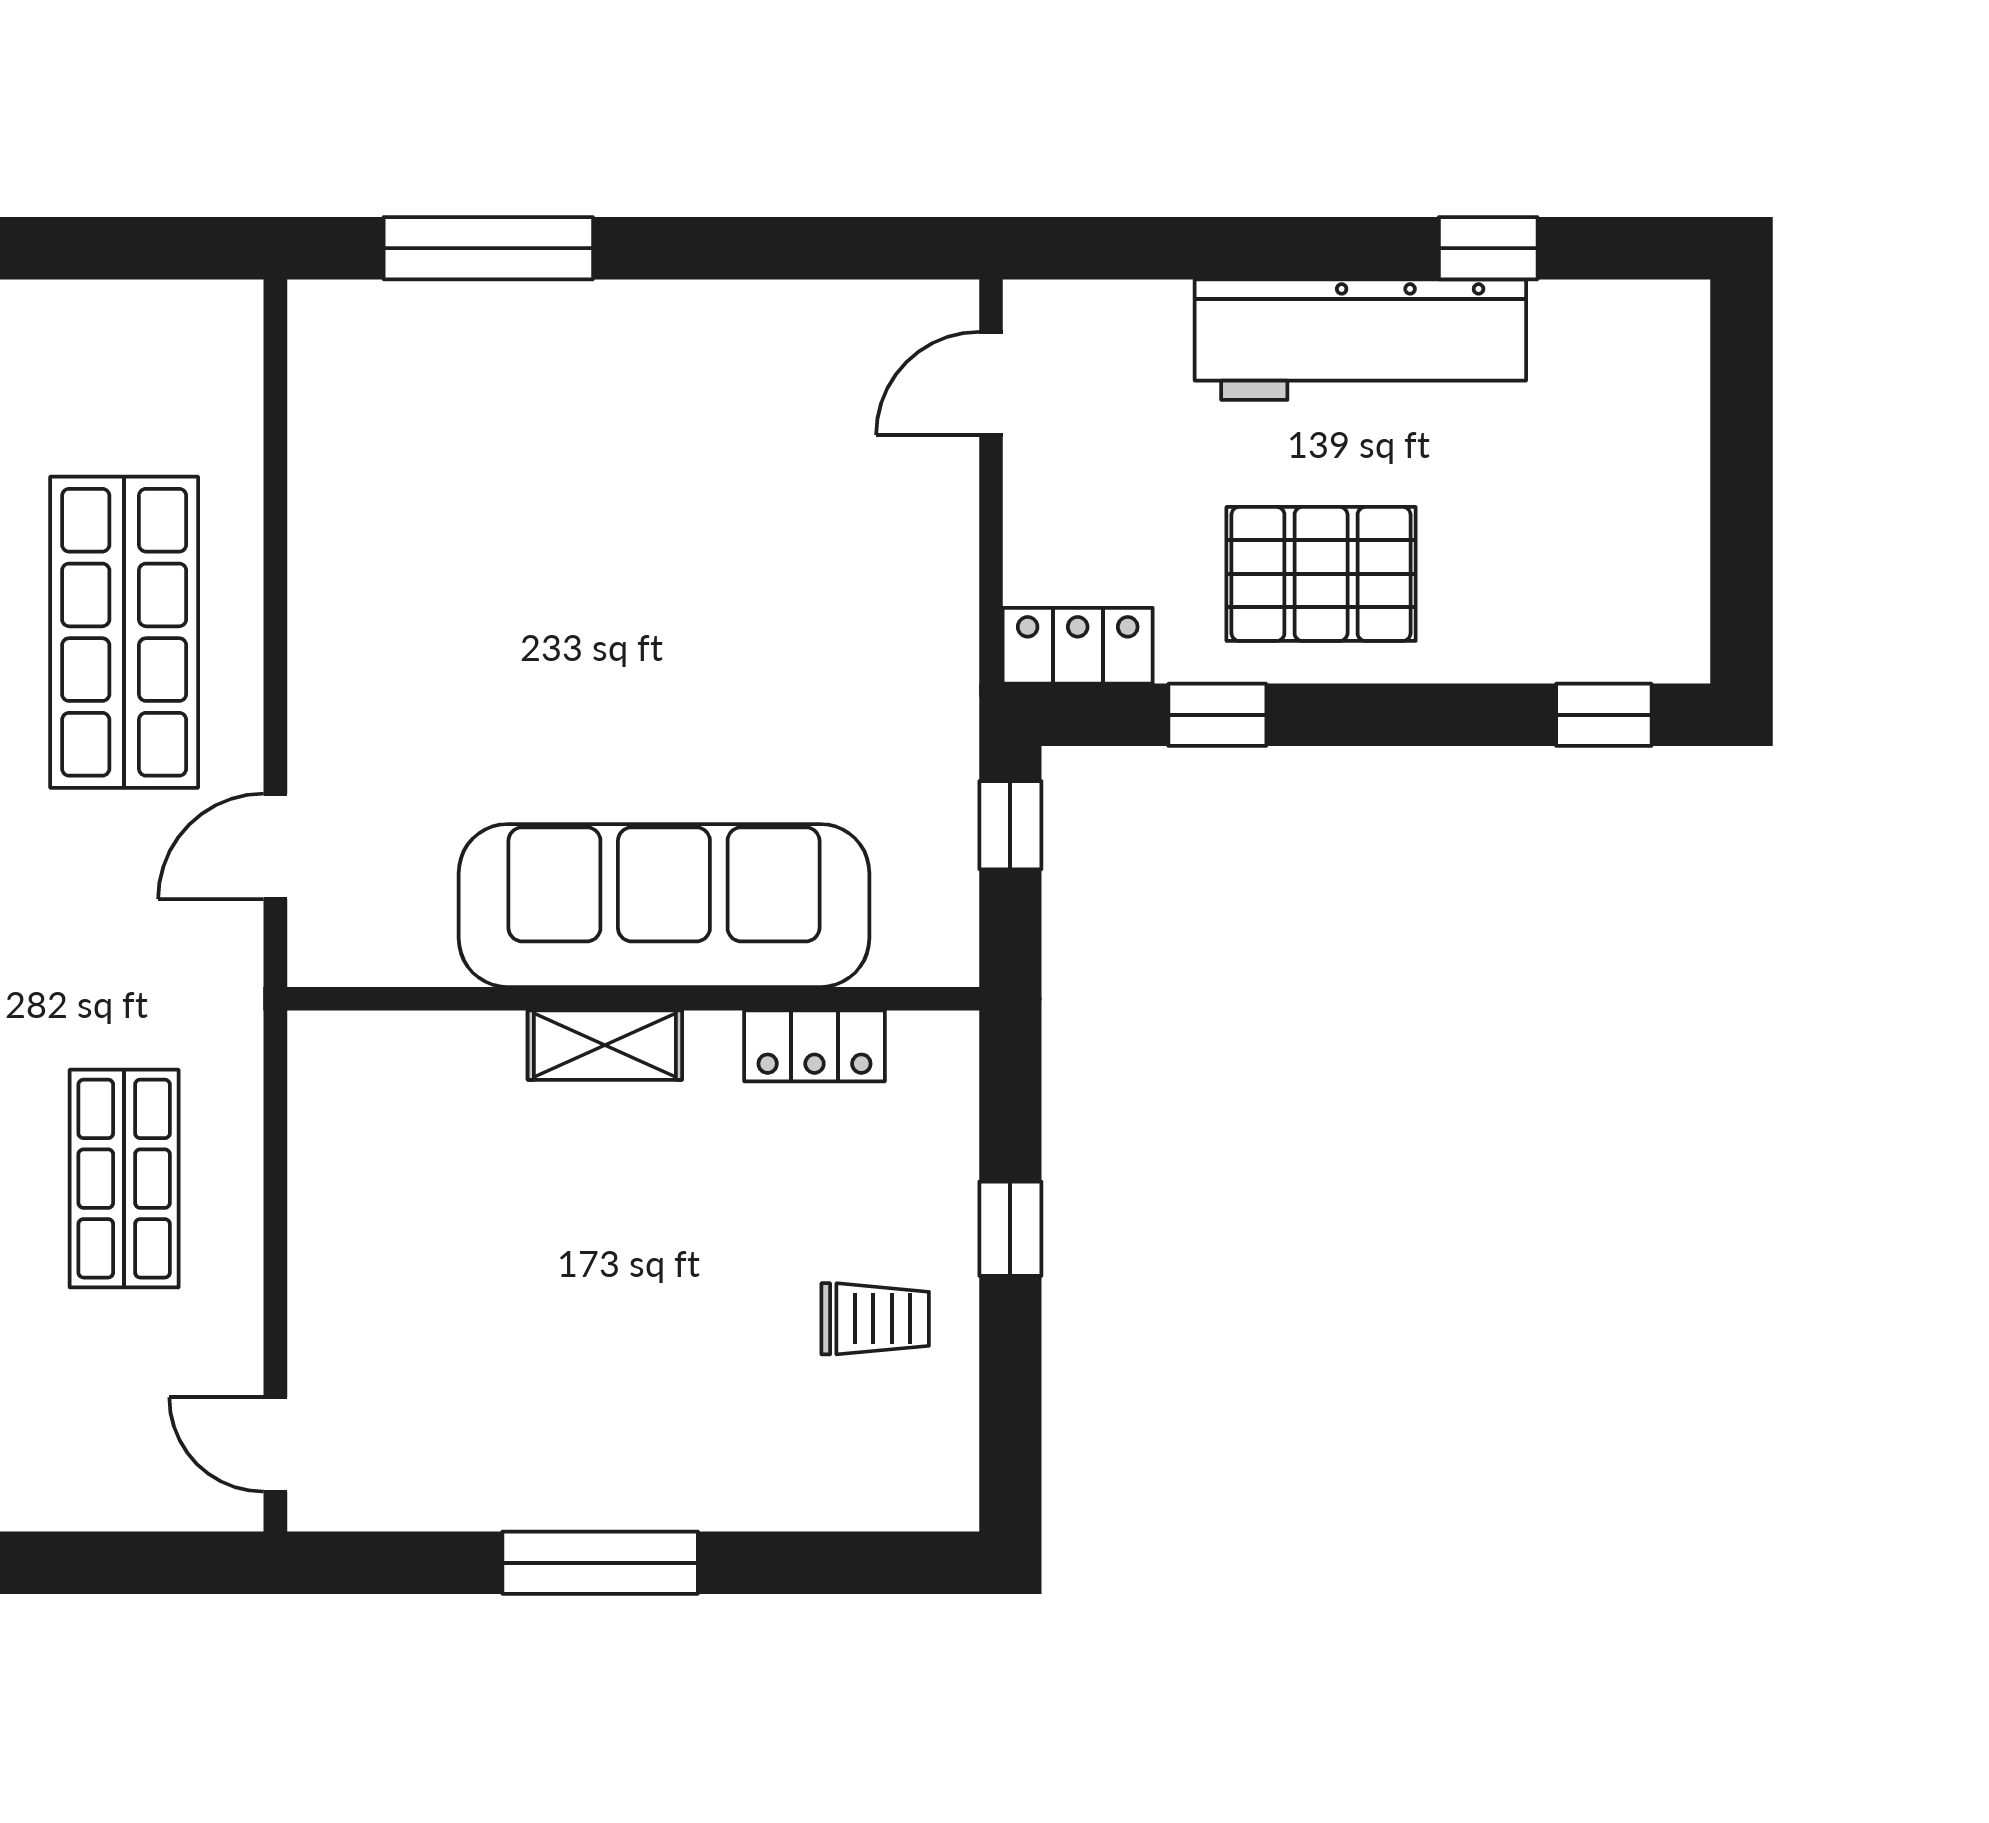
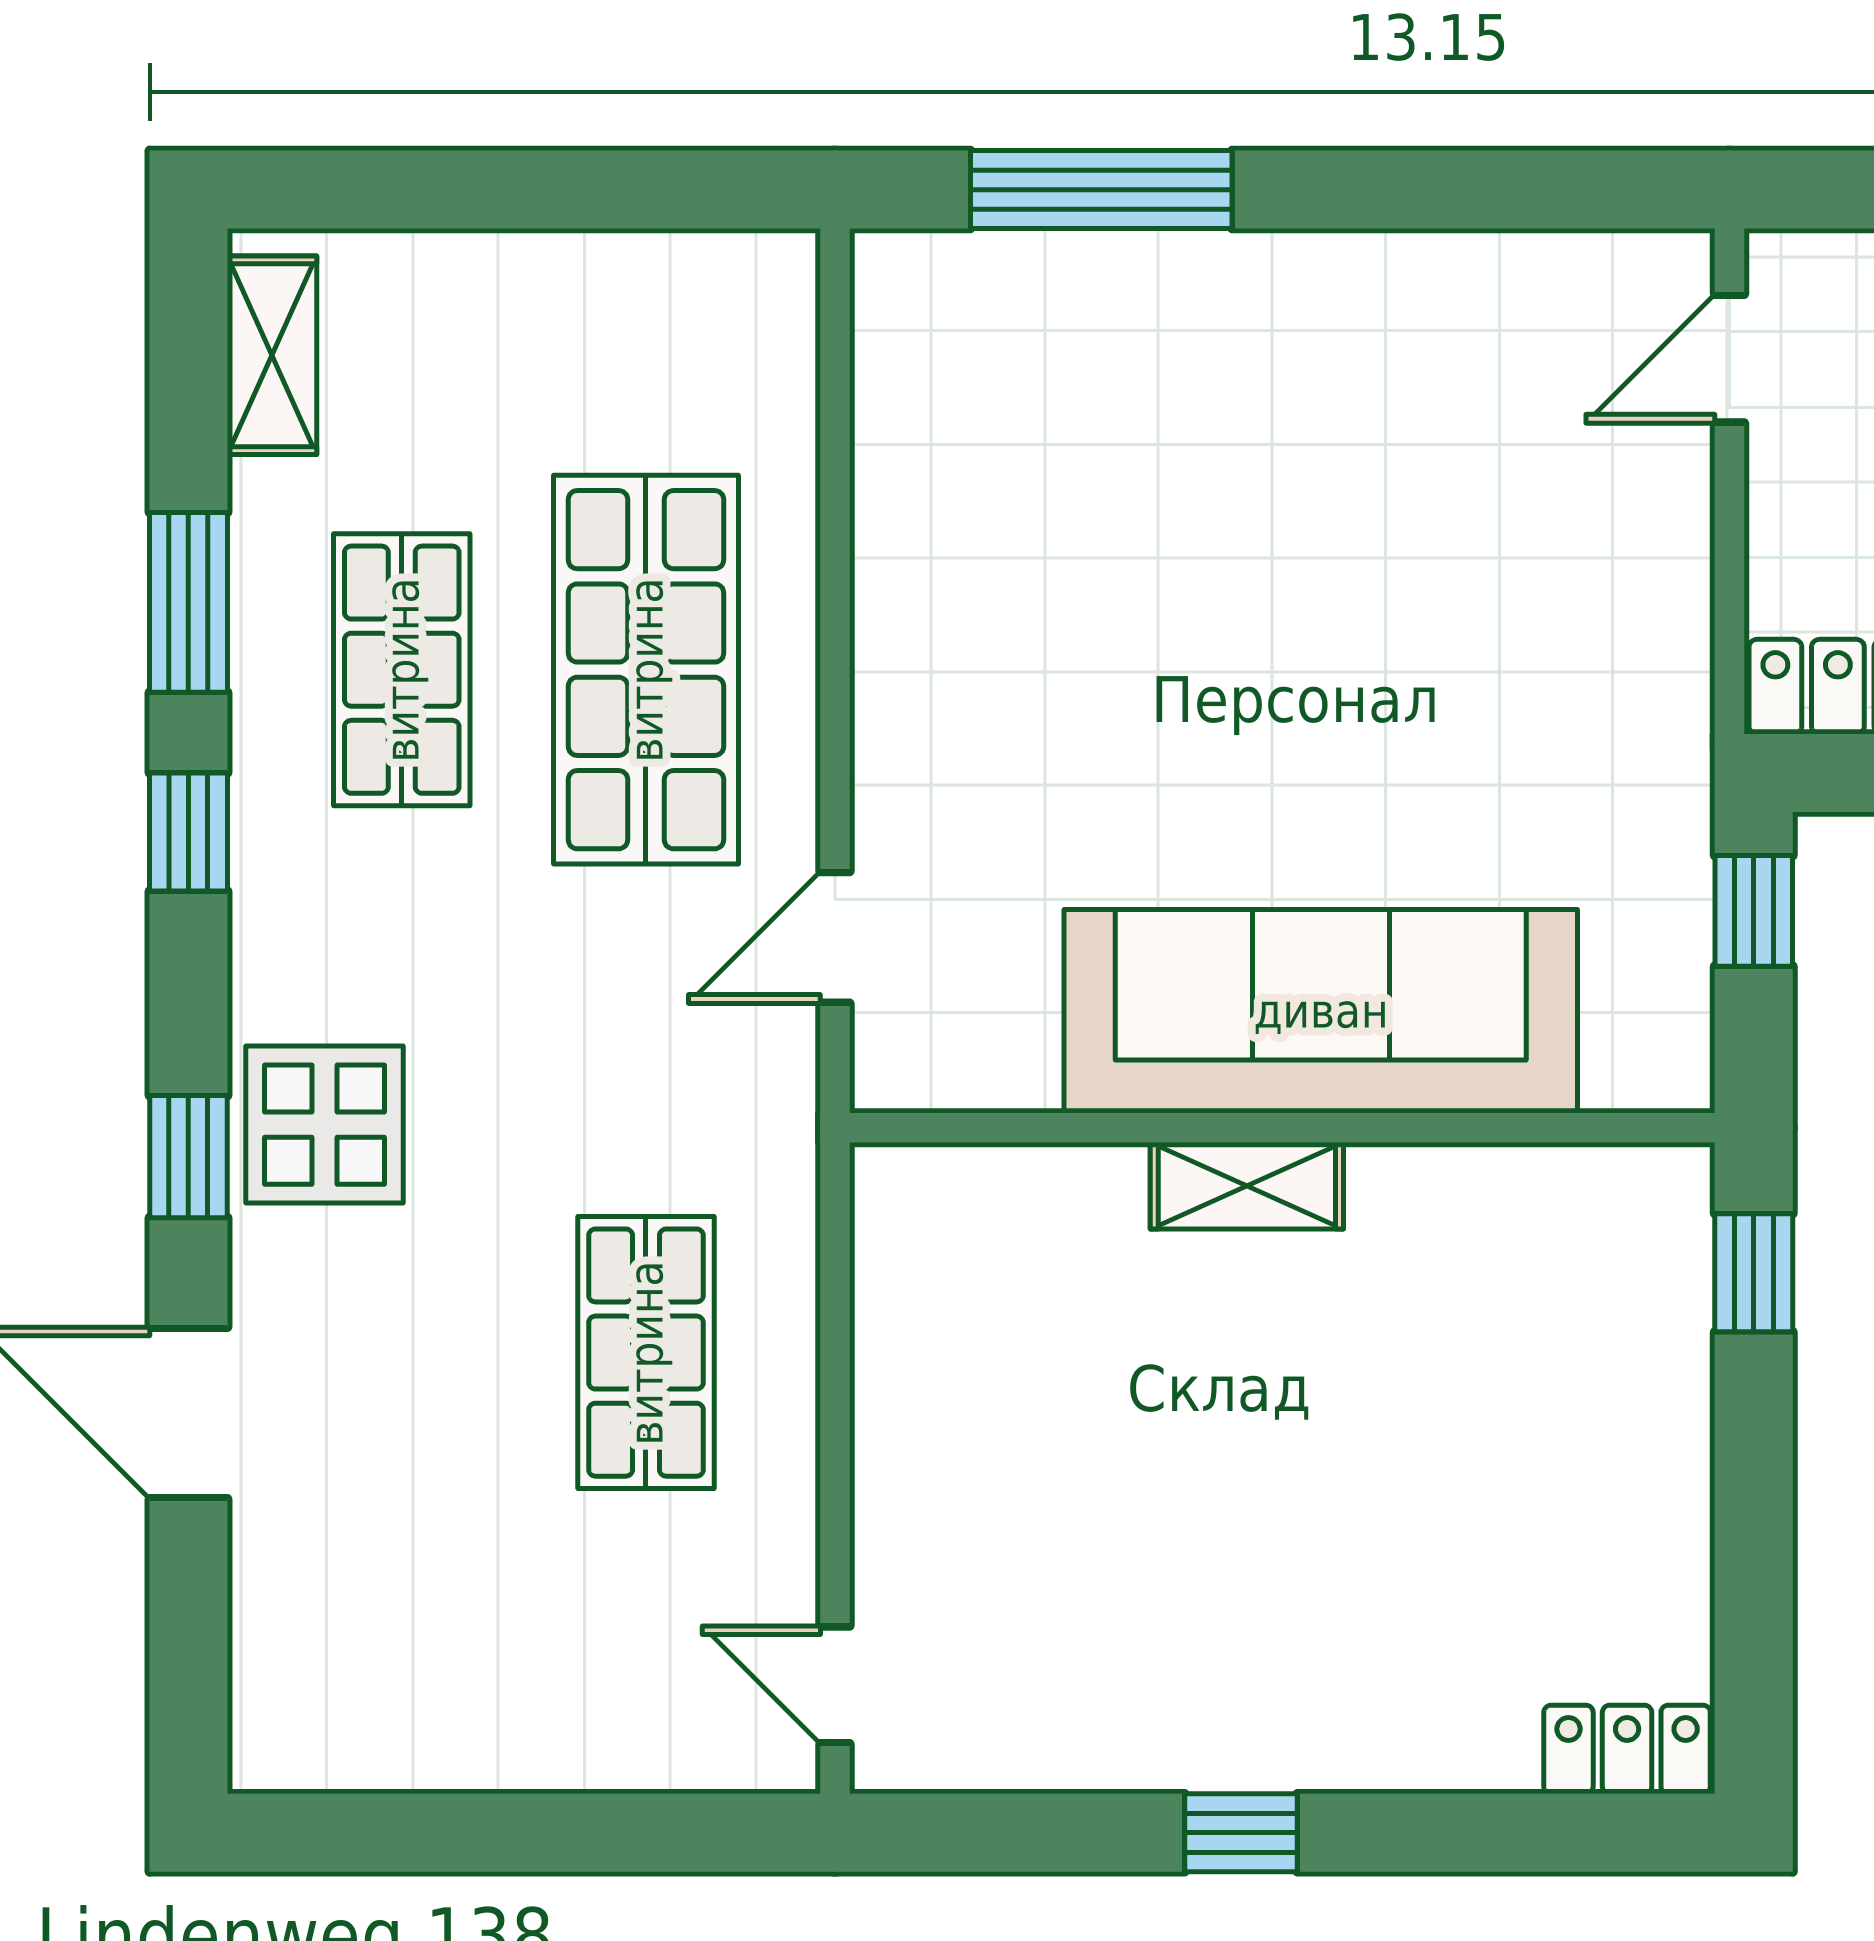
locker: (814, 1046) -> (1627, 1749), moved, turned 180
window: (1010, 1229) -> (1754, 1273), moved
trolley: (875, 1319) -> (1585, 1528), removed
window: (600, 1563) -> (1241, 1833), width x0.46

